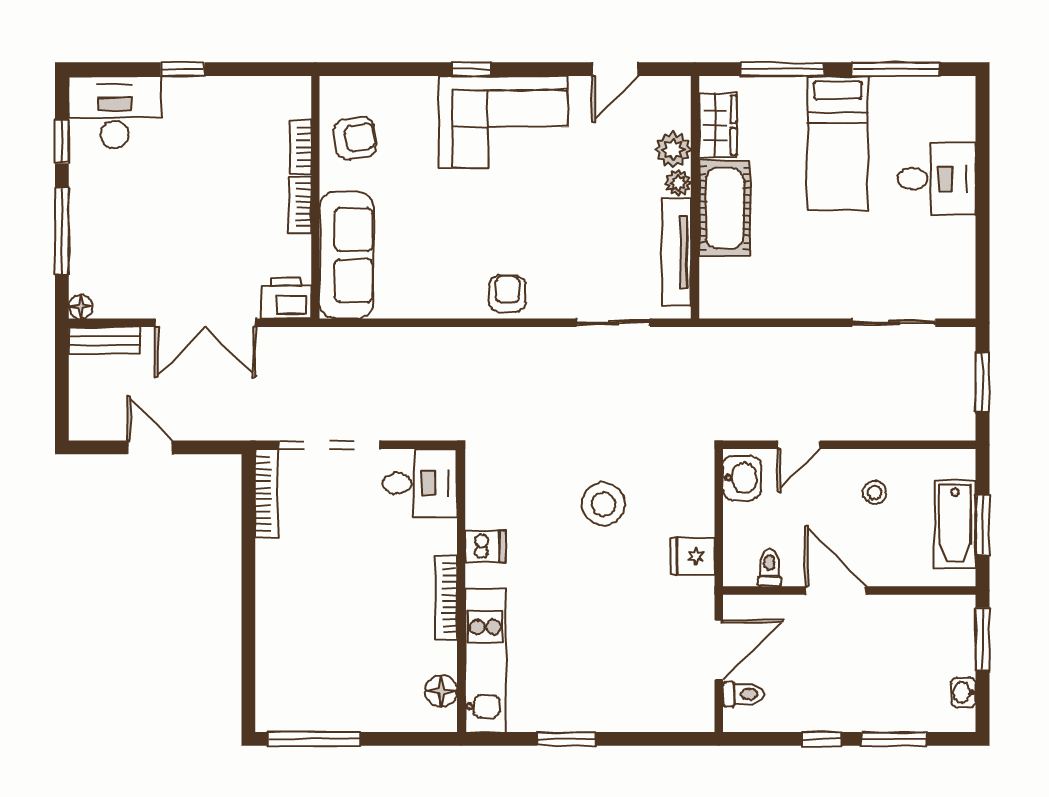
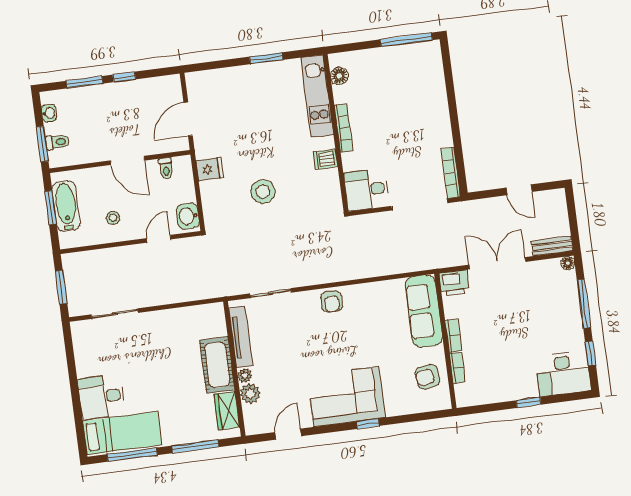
bed: (838, 143) -> (122, 433), moved, turned 90
toilet: (743, 694) -> (57, 142), moved, turned 180

